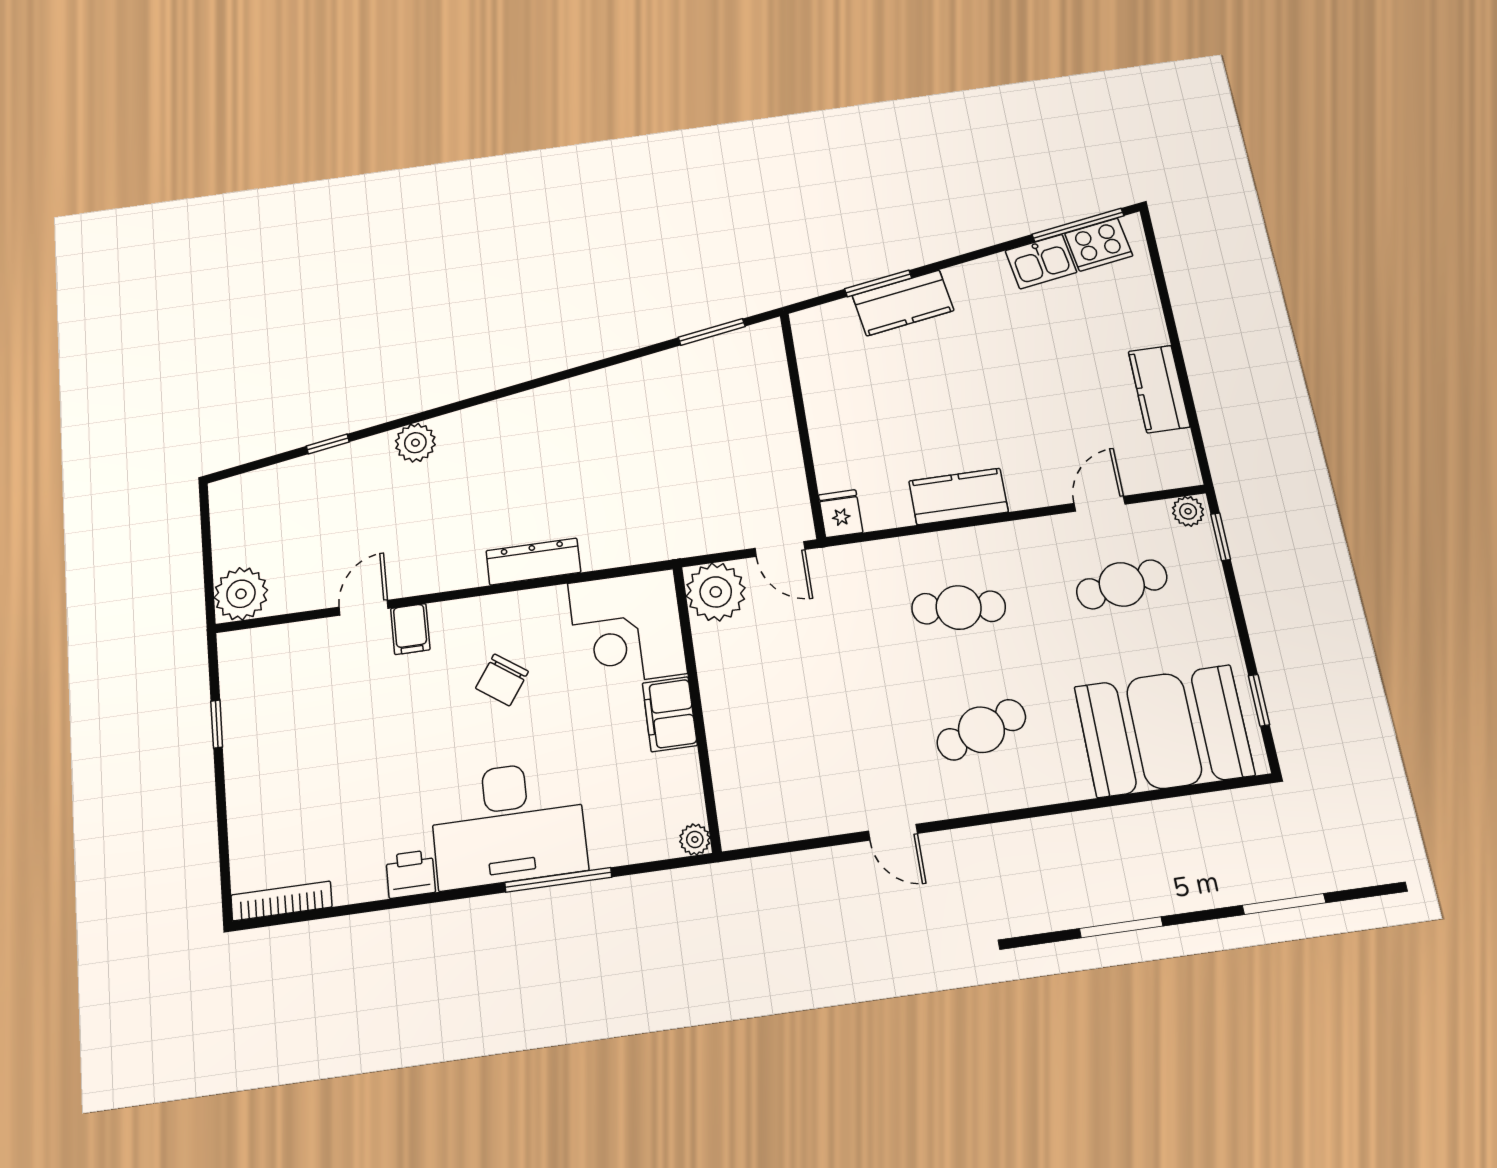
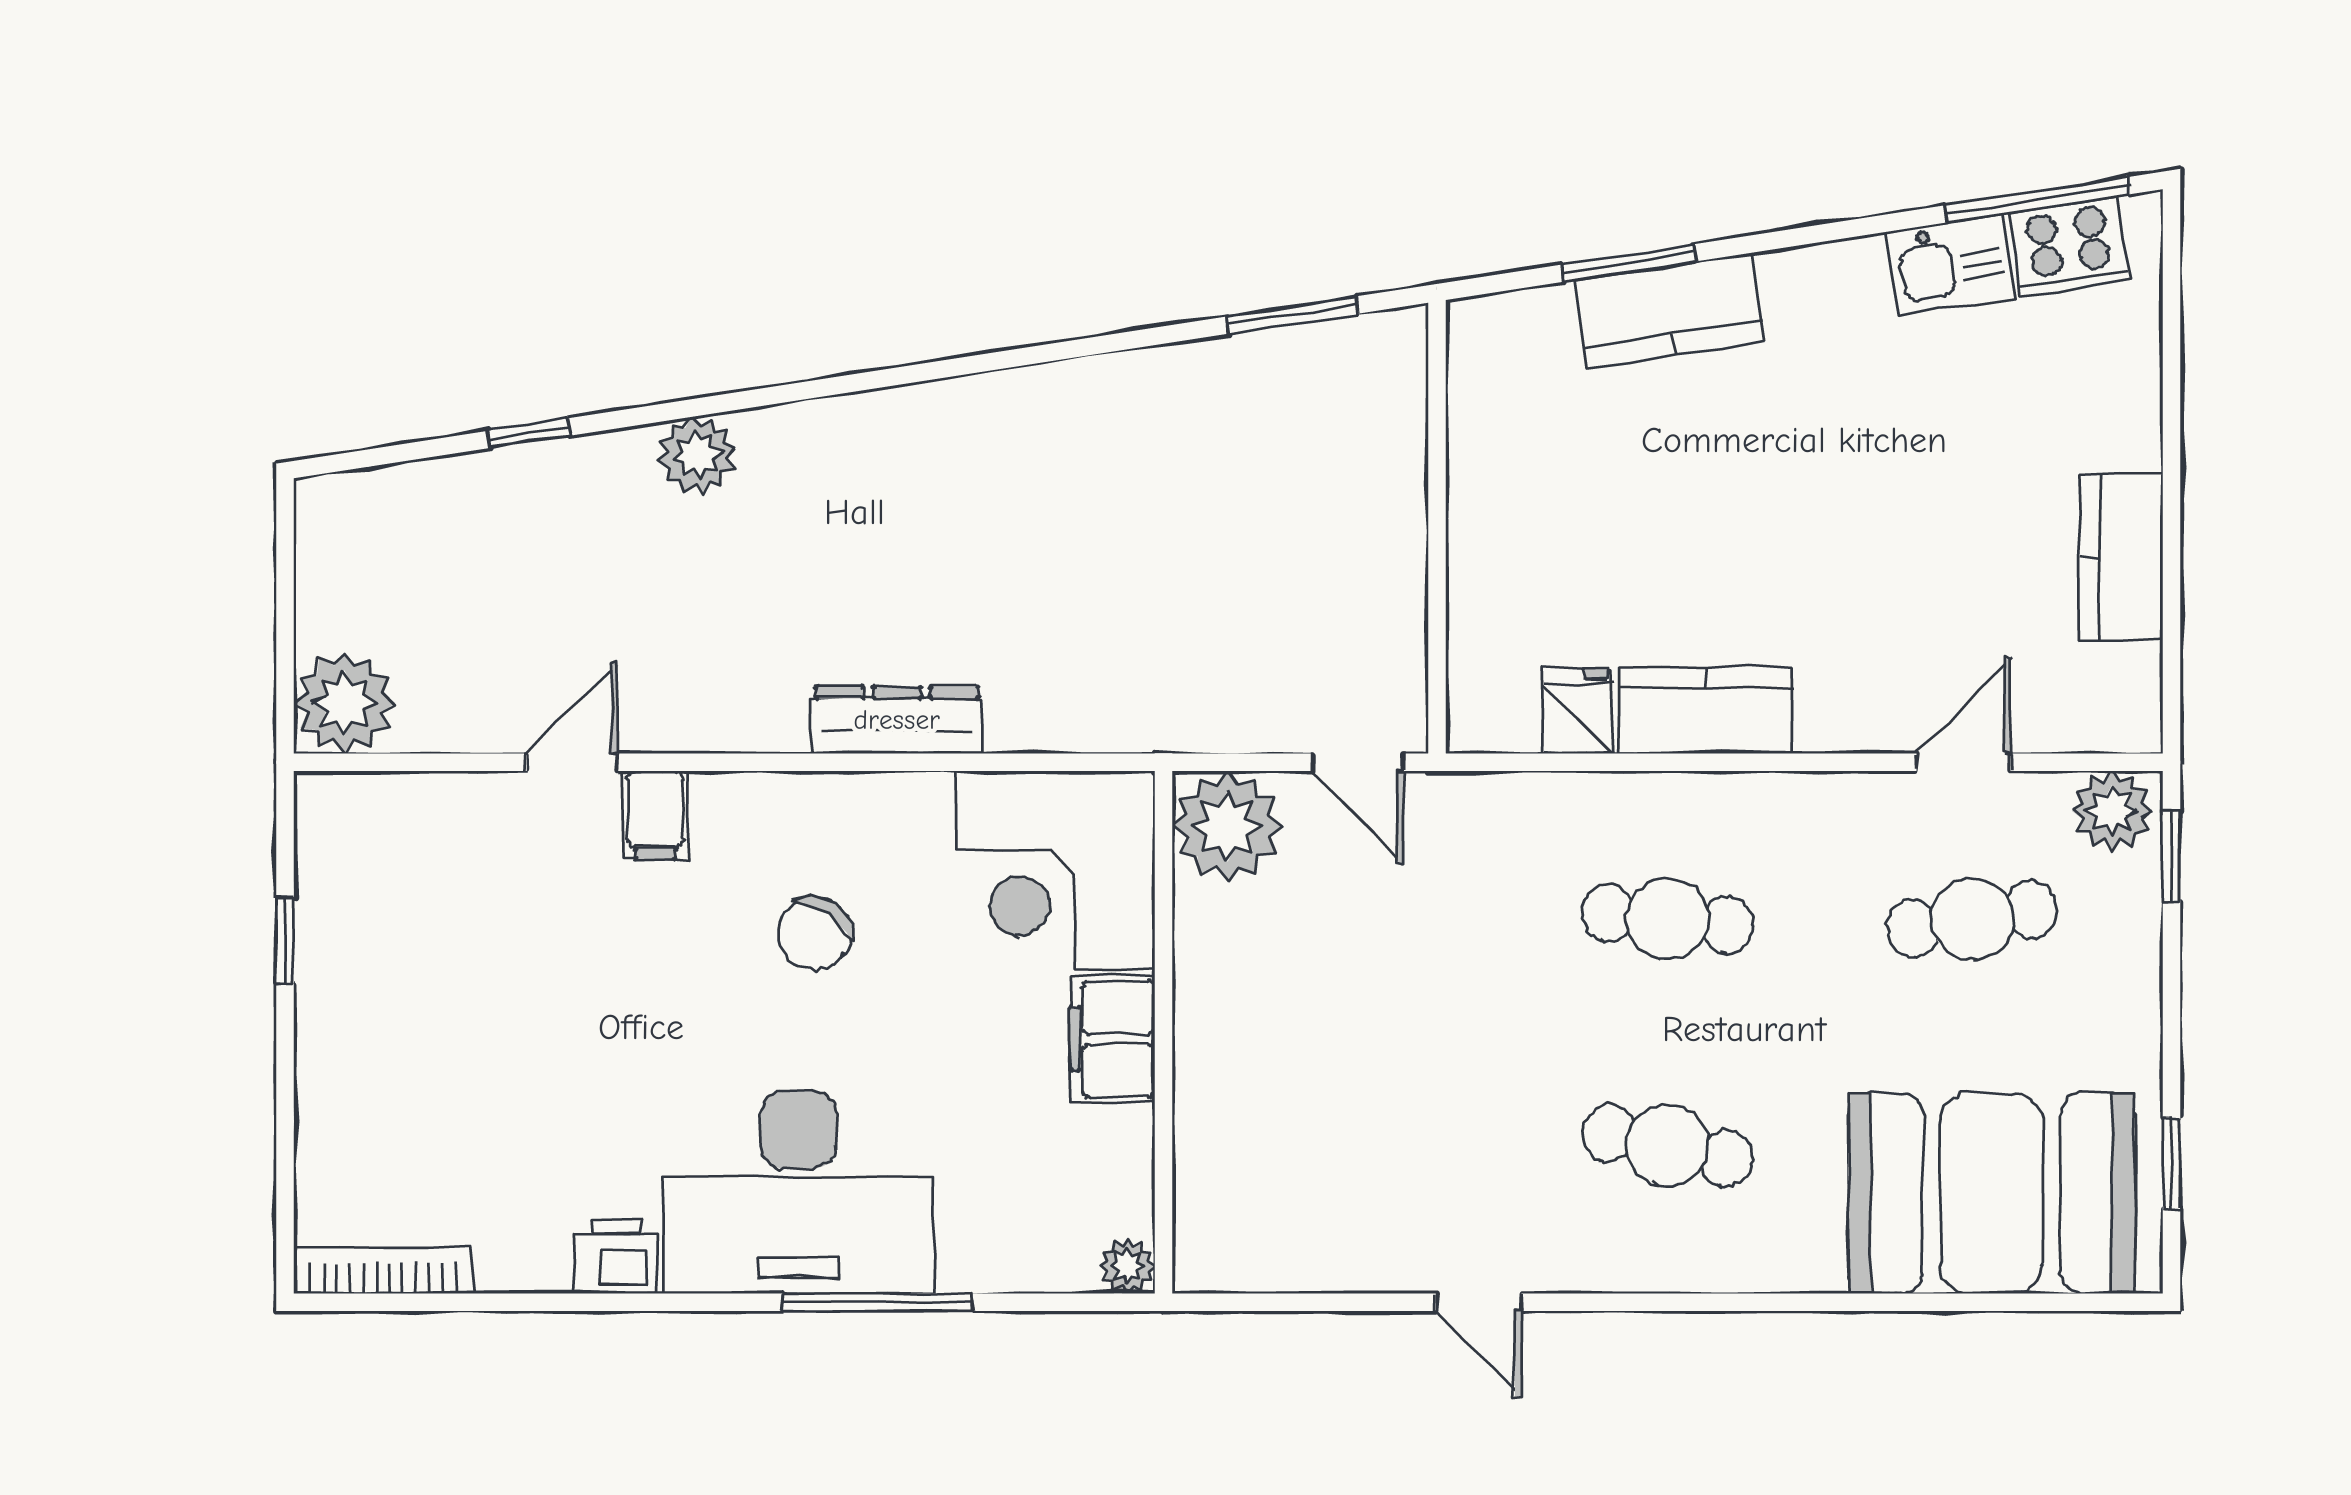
plant: (1188, 511) -> (2112, 811), width x1.38, depth x1.38
fridge: (841, 514) -> (1578, 711), moved
cafe table: (981, 730) -> (1667, 1146), turned 30

